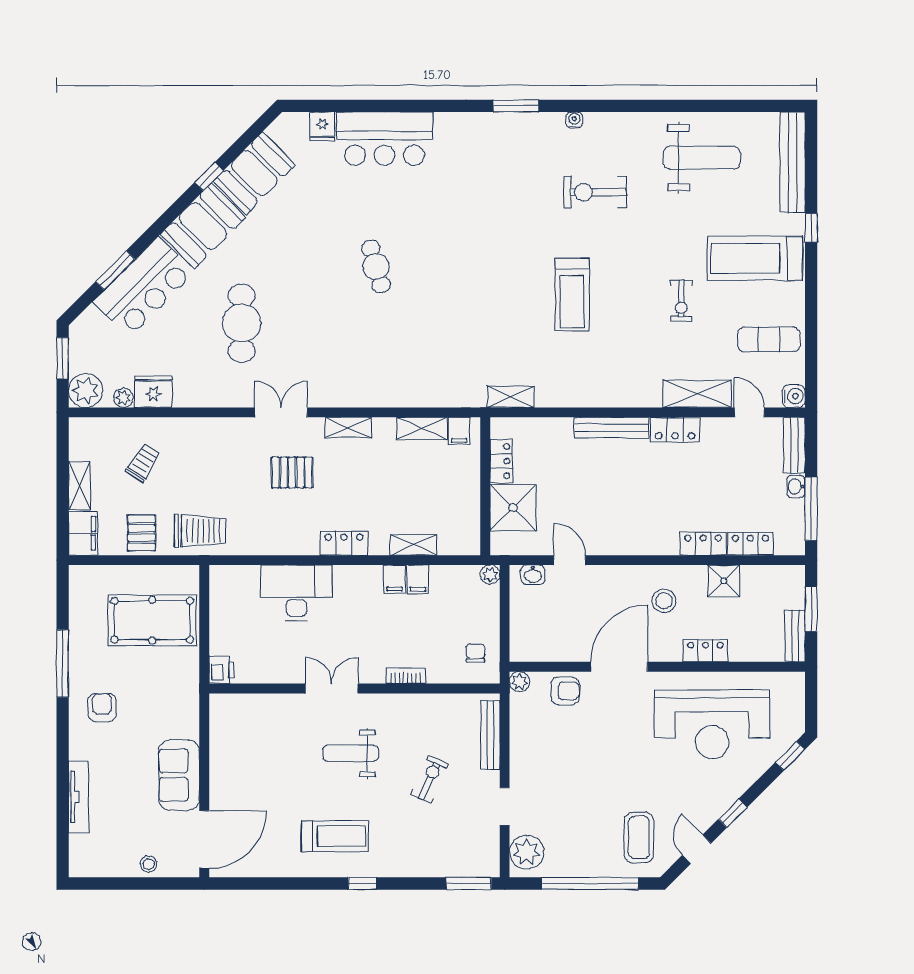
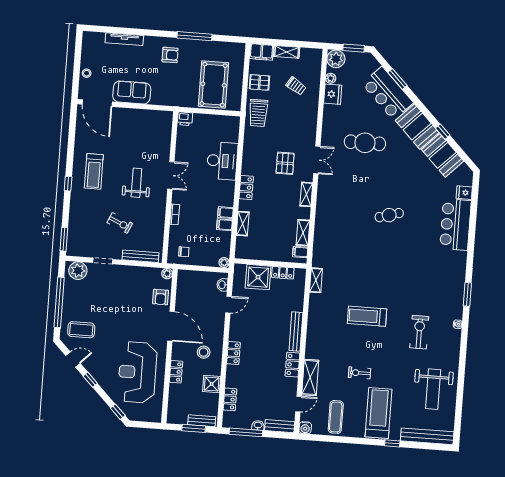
locker: (703, 544) -> (233, 353), moved
bench: (795, 636) -> (202, 421), moved

